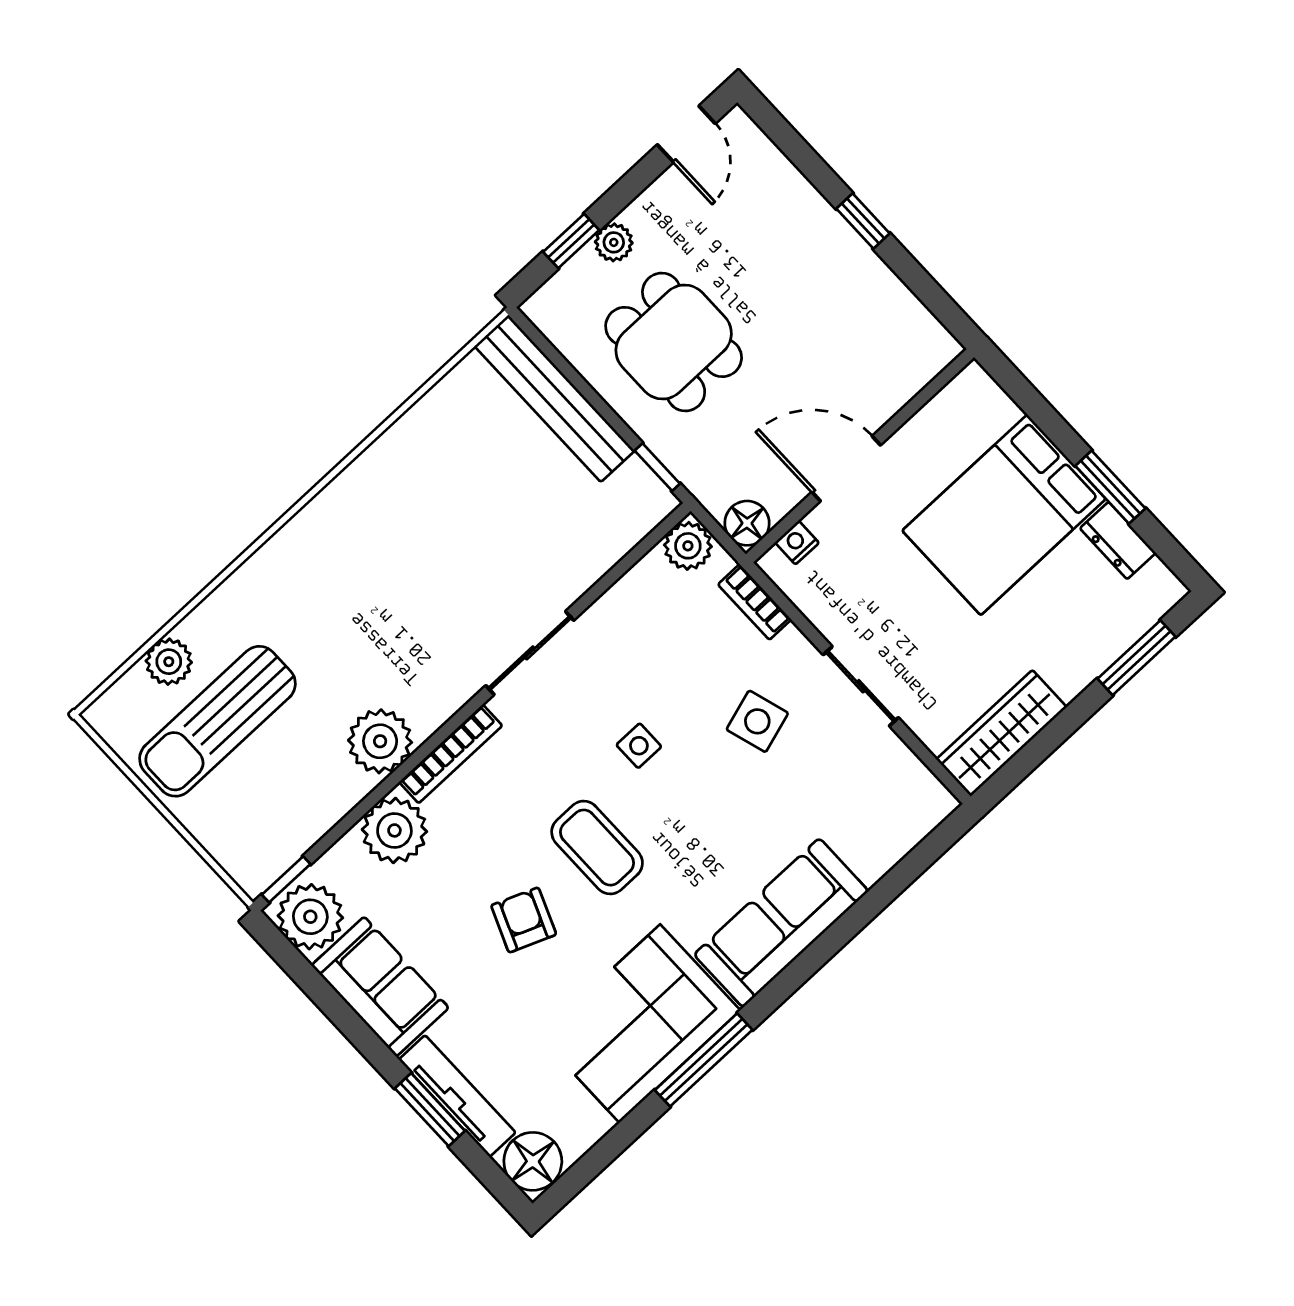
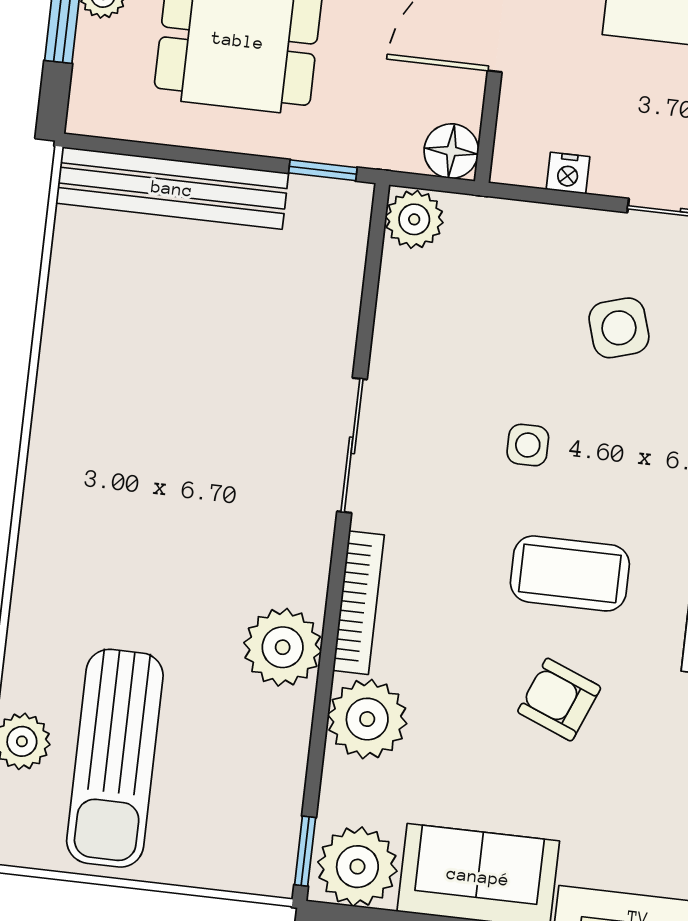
nightstand: (797, 543) -> (568, 173), moved, turned -90
bookcase: (755, 602) -> (521, 219), removed

